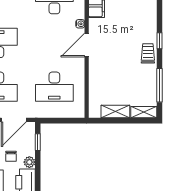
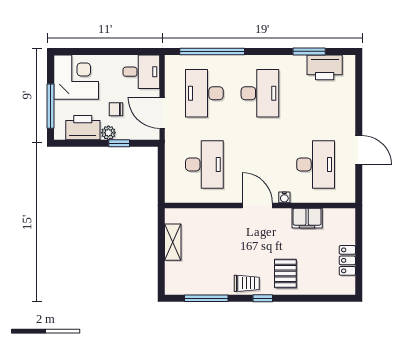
pallet: (140, 23) -> (285, 274), added
desk: (54, 87) -> (204, 164), turned 180
shelving: (144, 112) -> (172, 278), removed
window: (38, 142) -> (119, 143), moved

